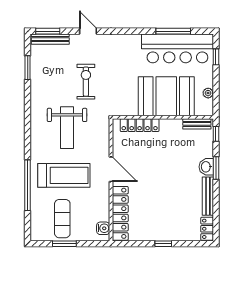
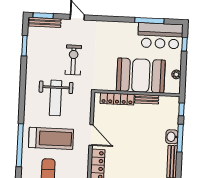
bar counter: (177, 48) -> (160, 36), width x0.73
bench: (197, 124) -> (147, 99), moved
window: (216, 168) -> (180, 138), width x1.44

